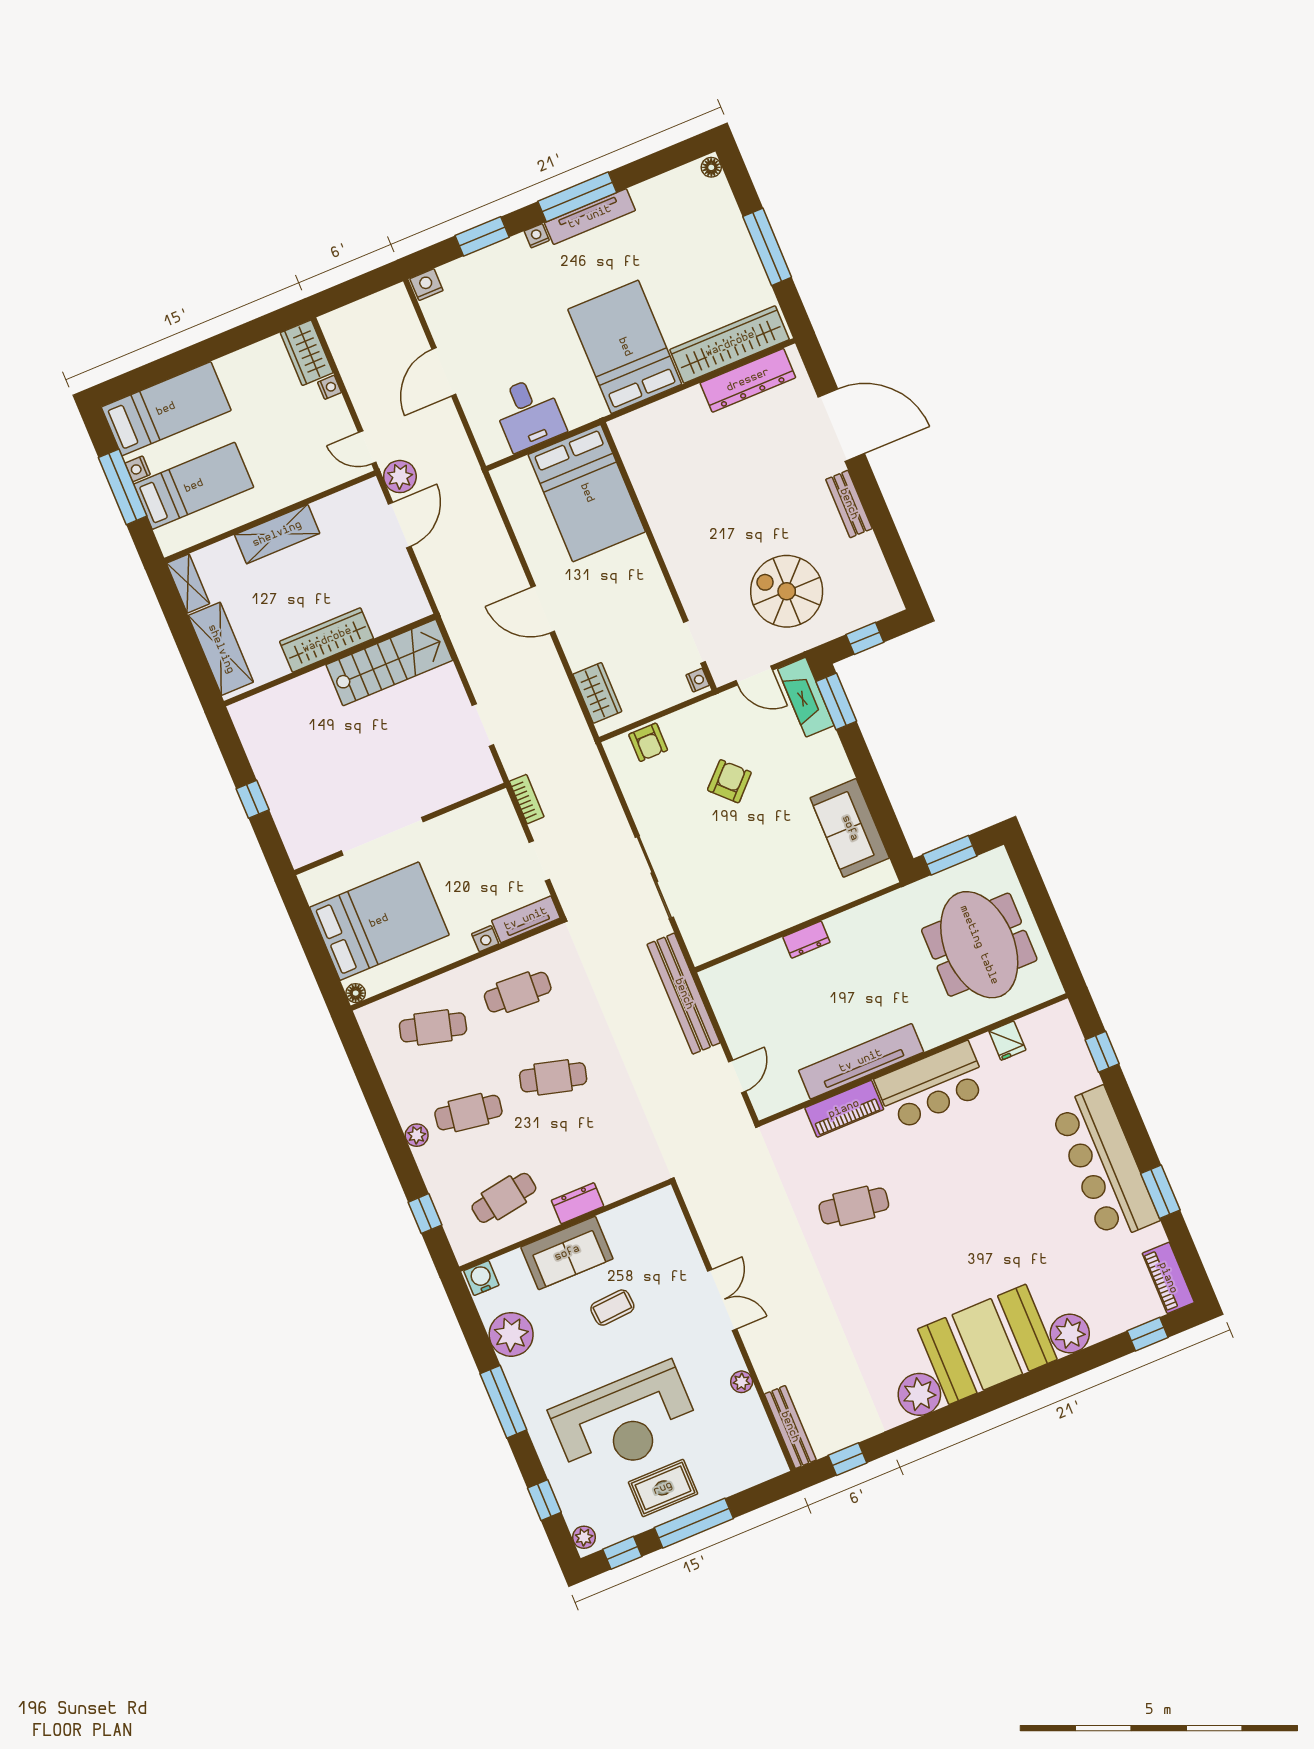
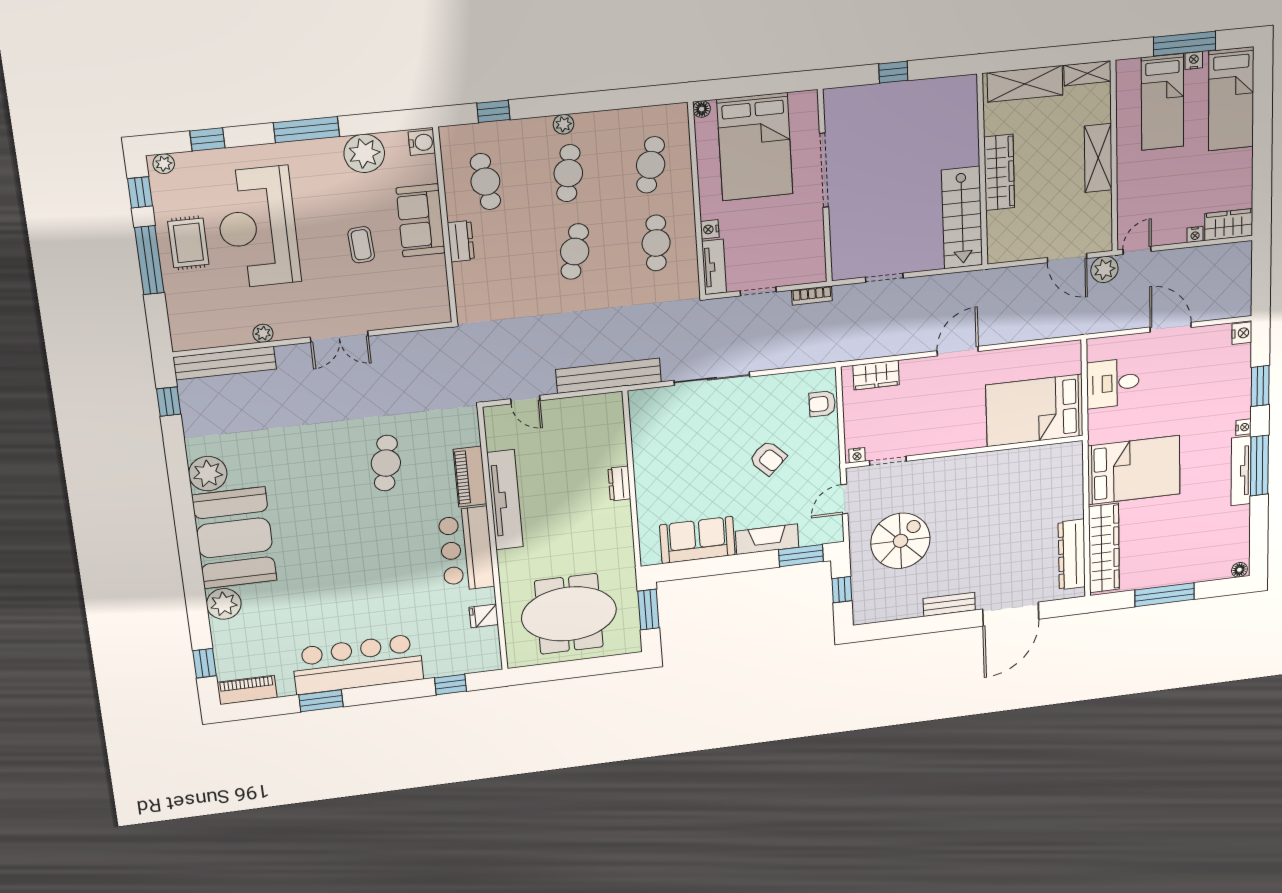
fireplace: (806, 697) -> (767, 539), moved
bench: (790, 1427) -> (225, 363), width x1.37, depth x1.21

